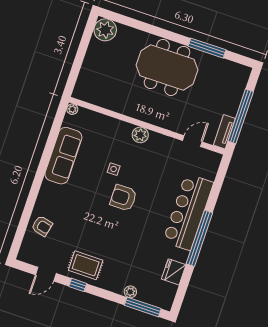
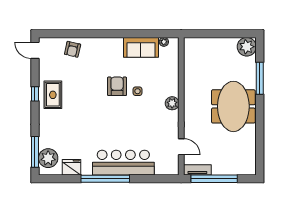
window: (207, 48) -> (260, 78), moved
plant: (72, 109) -> (164, 42), moved
sofa: (63, 156) -> (141, 47), width x0.73
armchair: (123, 198) -> (117, 86), moved
door: (46, 274) -> (35, 50), moved
plant: (130, 292) -> (48, 158), moved, width x1.88, depth x1.88

